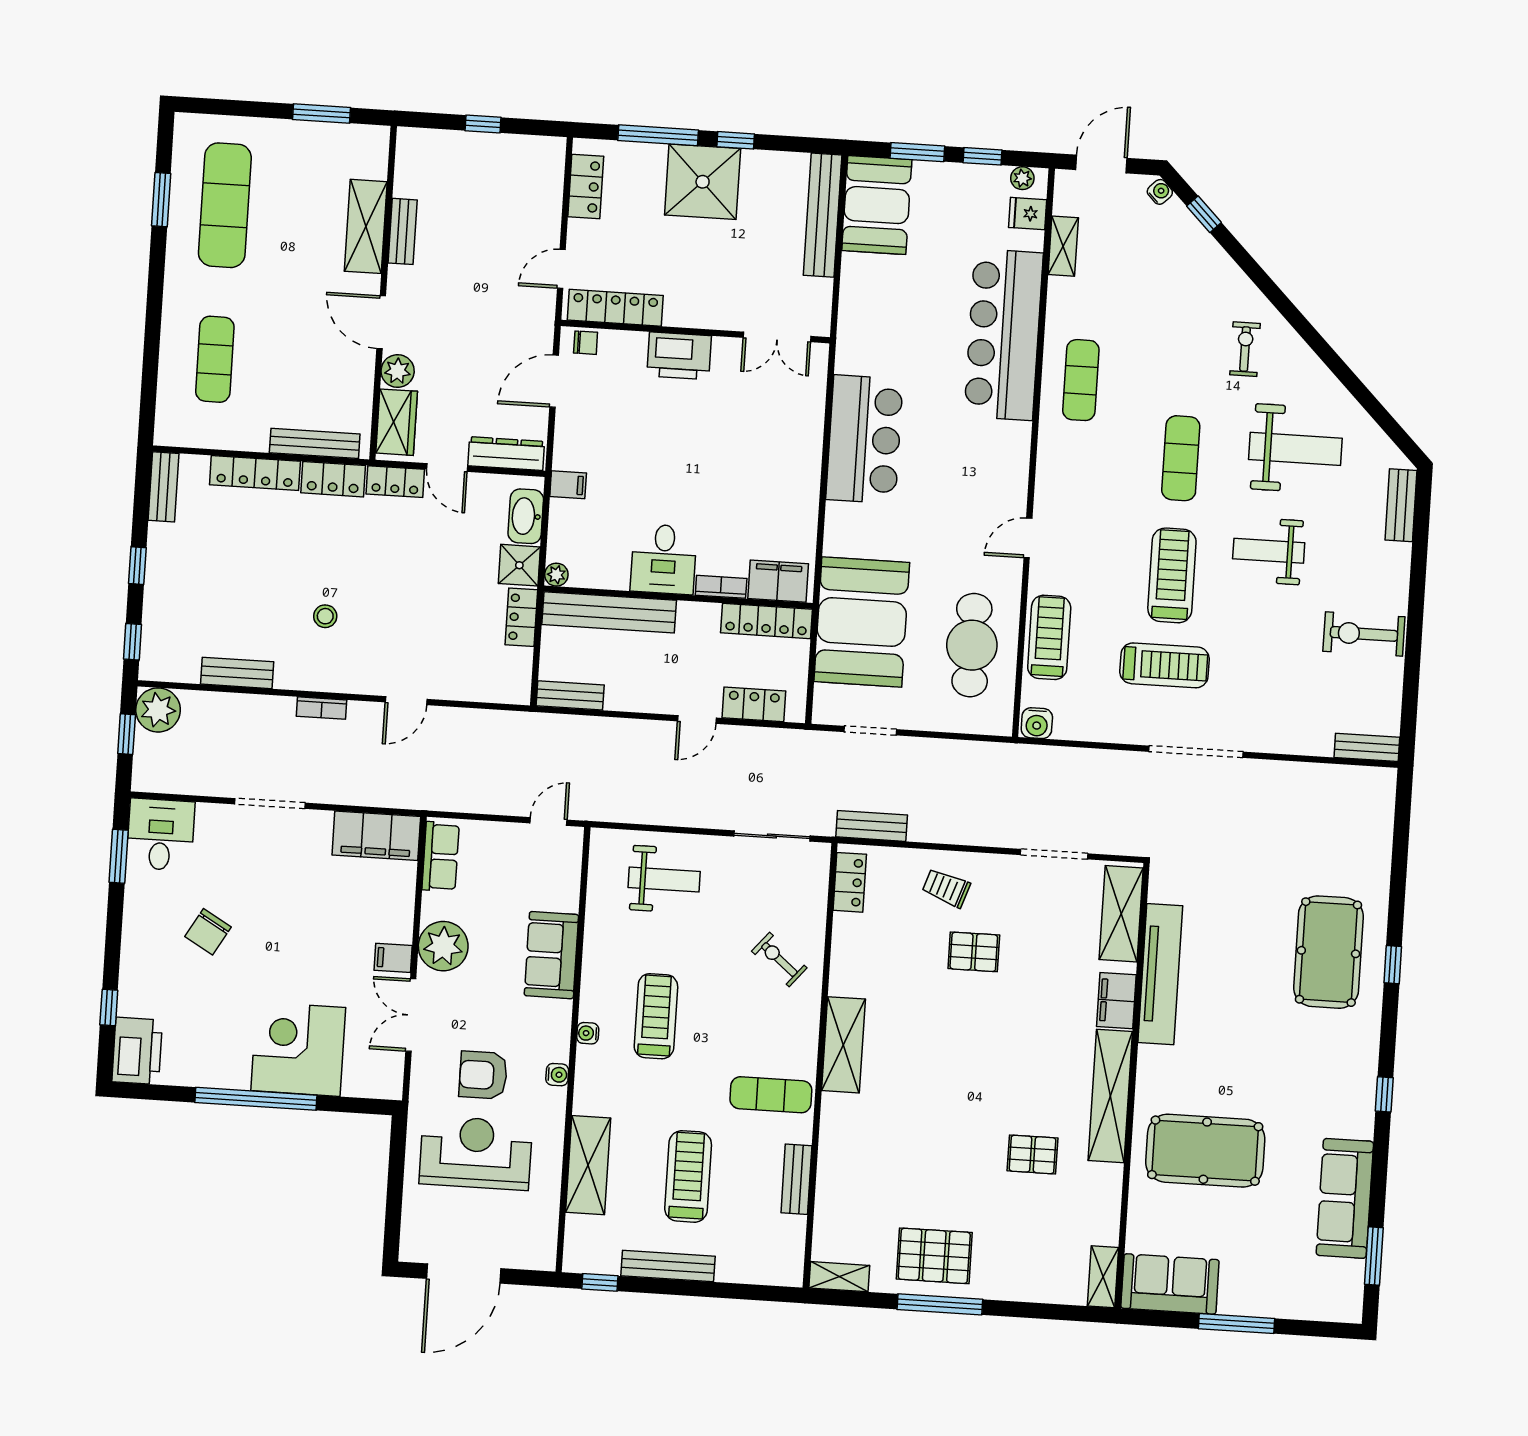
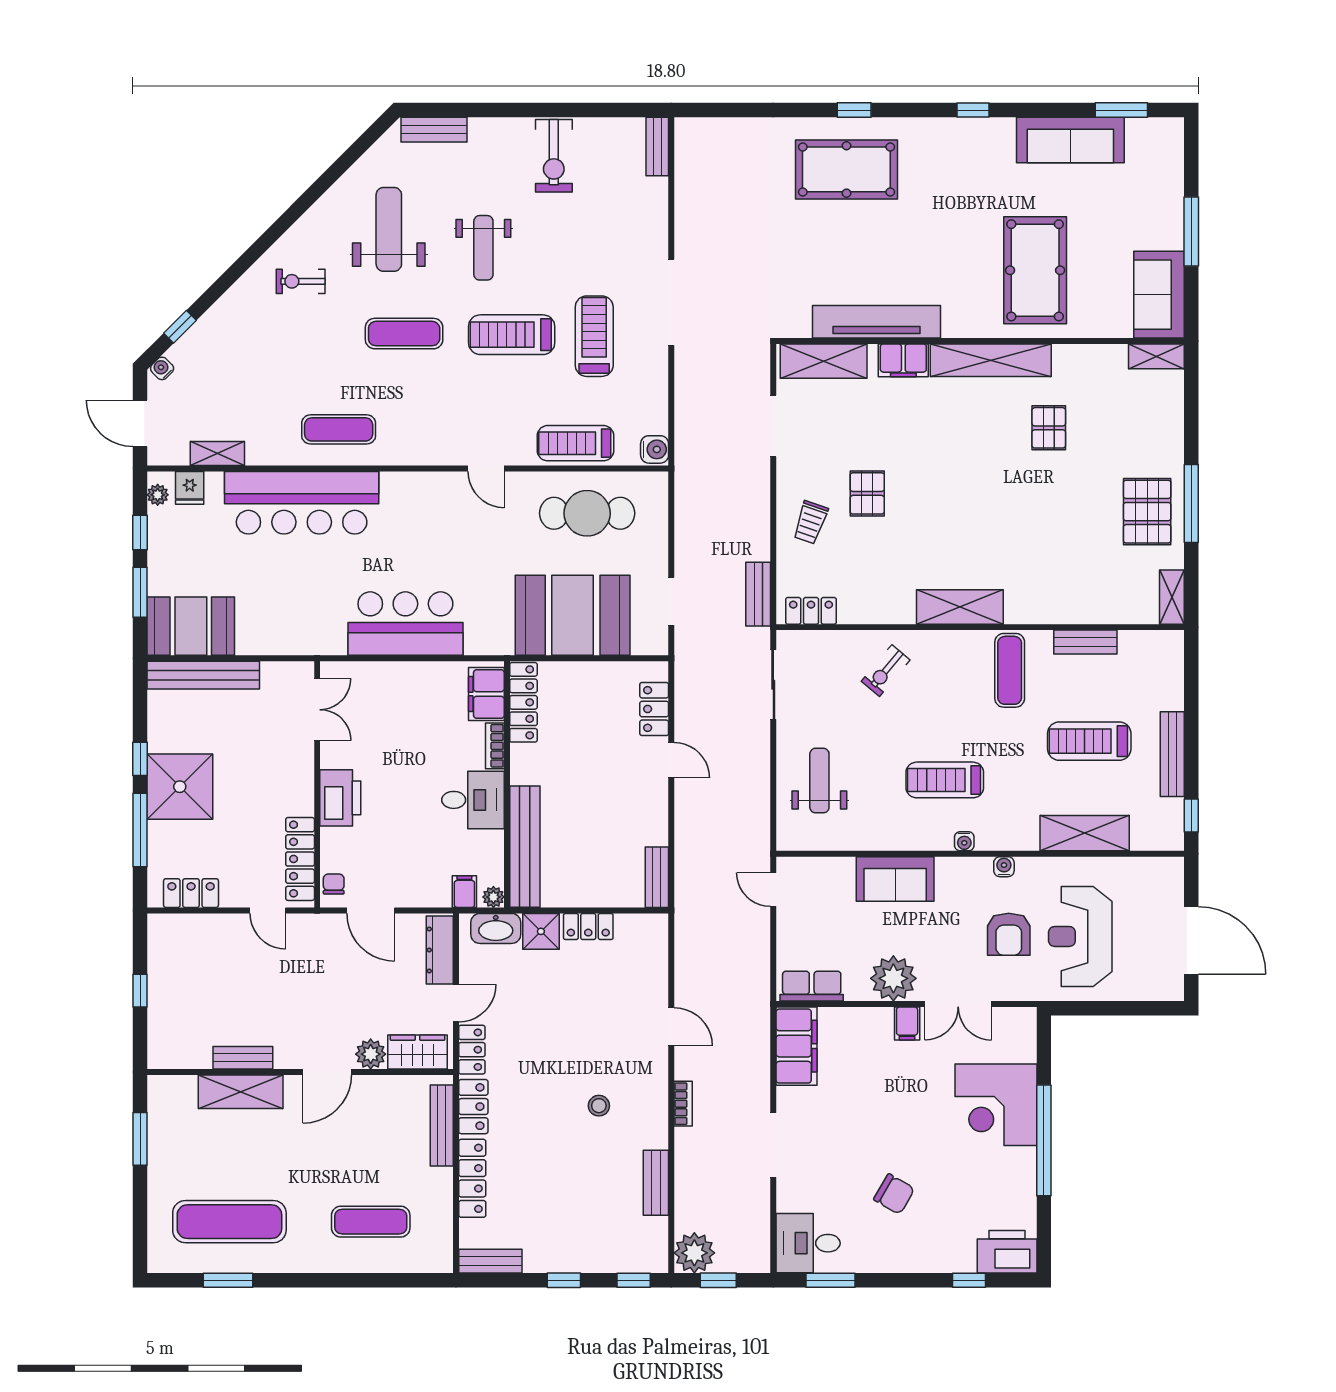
desk: (664, 559) -> (473, 800), moved
plant: (556, 575) -> (493, 897), moved
filing cabinet: (778, 581) -> (486, 694), moved
bookcase: (721, 587) -> (495, 746), moved
wall: (678, 597) -> (507, 784), moved
bench: (609, 612) -> (525, 847), moved
locker: (766, 621) -> (523, 702), moved

